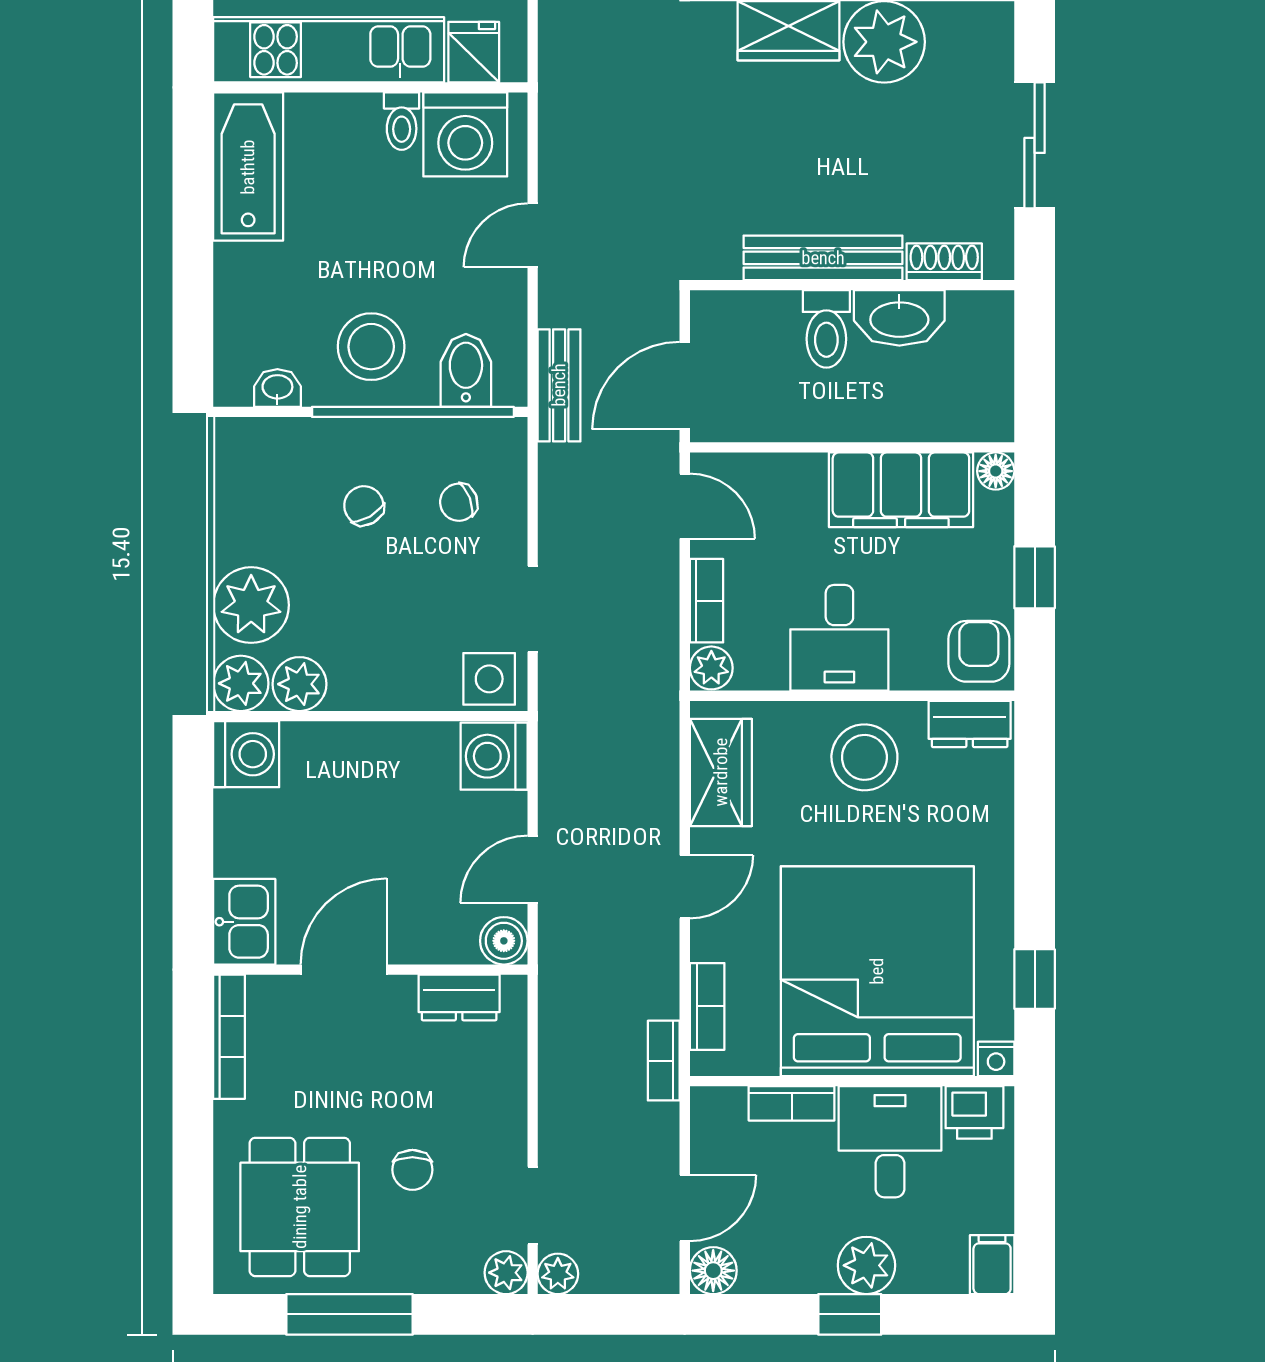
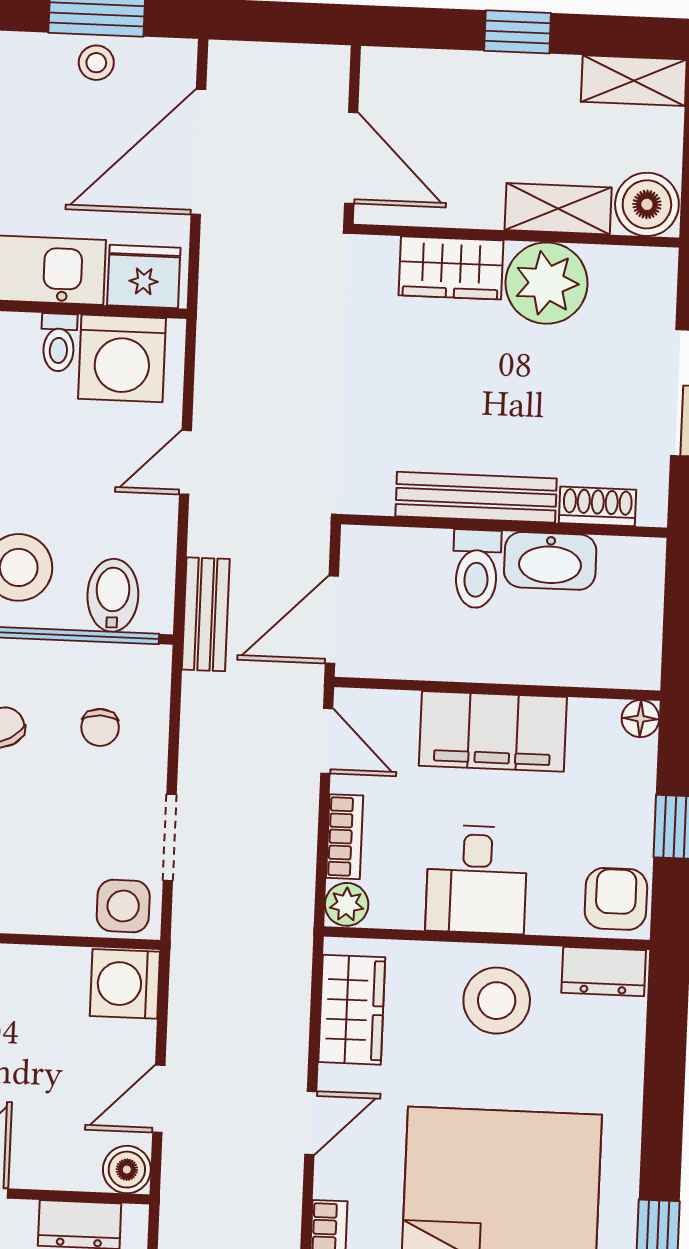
fridge: (474, 52) -> (144, 276), width x1.38
filing cabinet: (901, 490) -> (493, 731), moved
chair: (459, 502) -> (100, 727), turned -69

